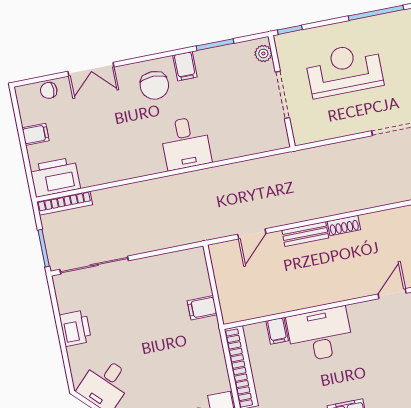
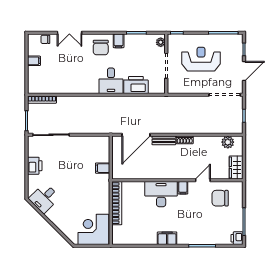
printer: (55, 177) -> (136, 85), moved
door: (252, 234) -> (136, 135), width x1.88
filing cabinet: (277, 331) -> (183, 188), moved

